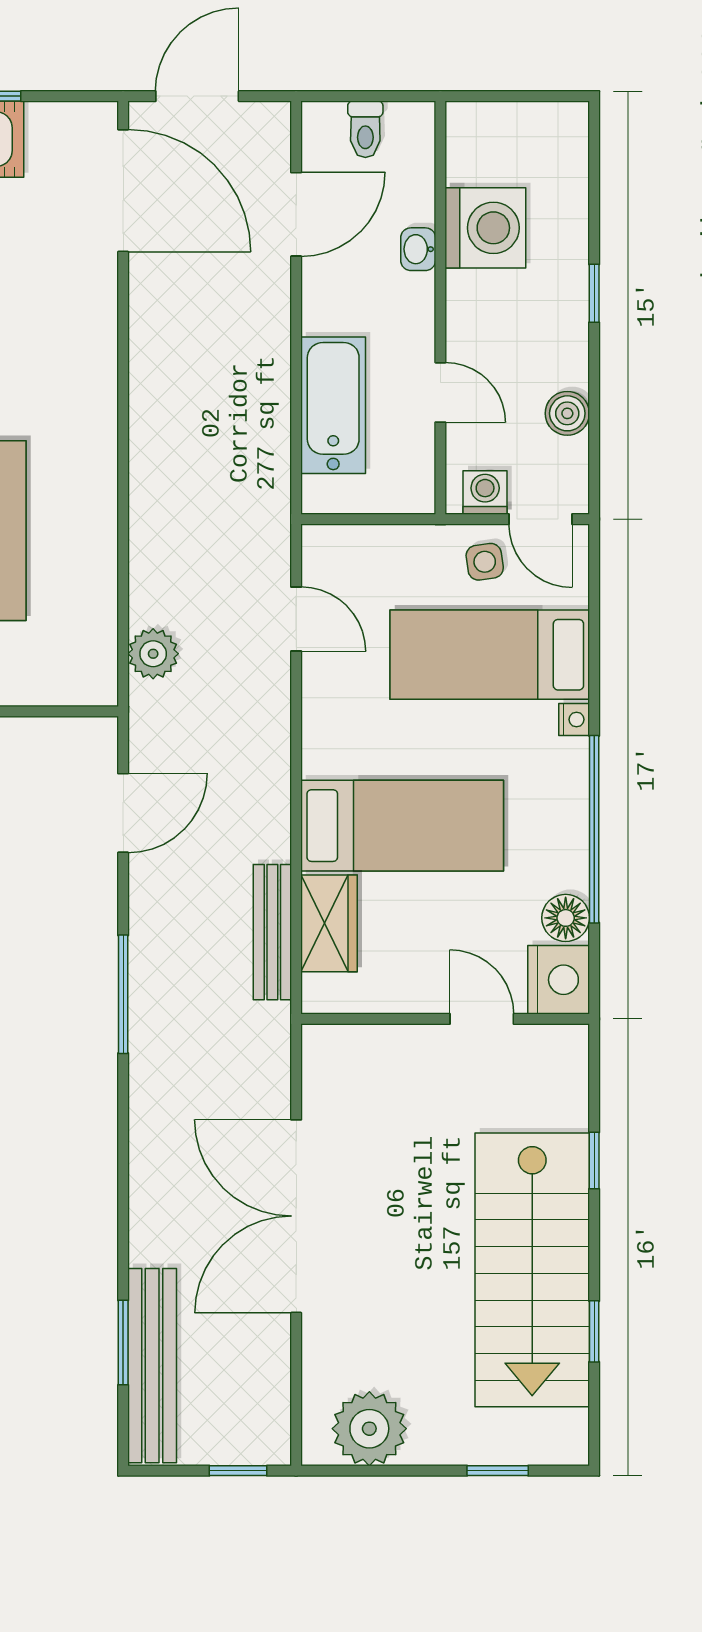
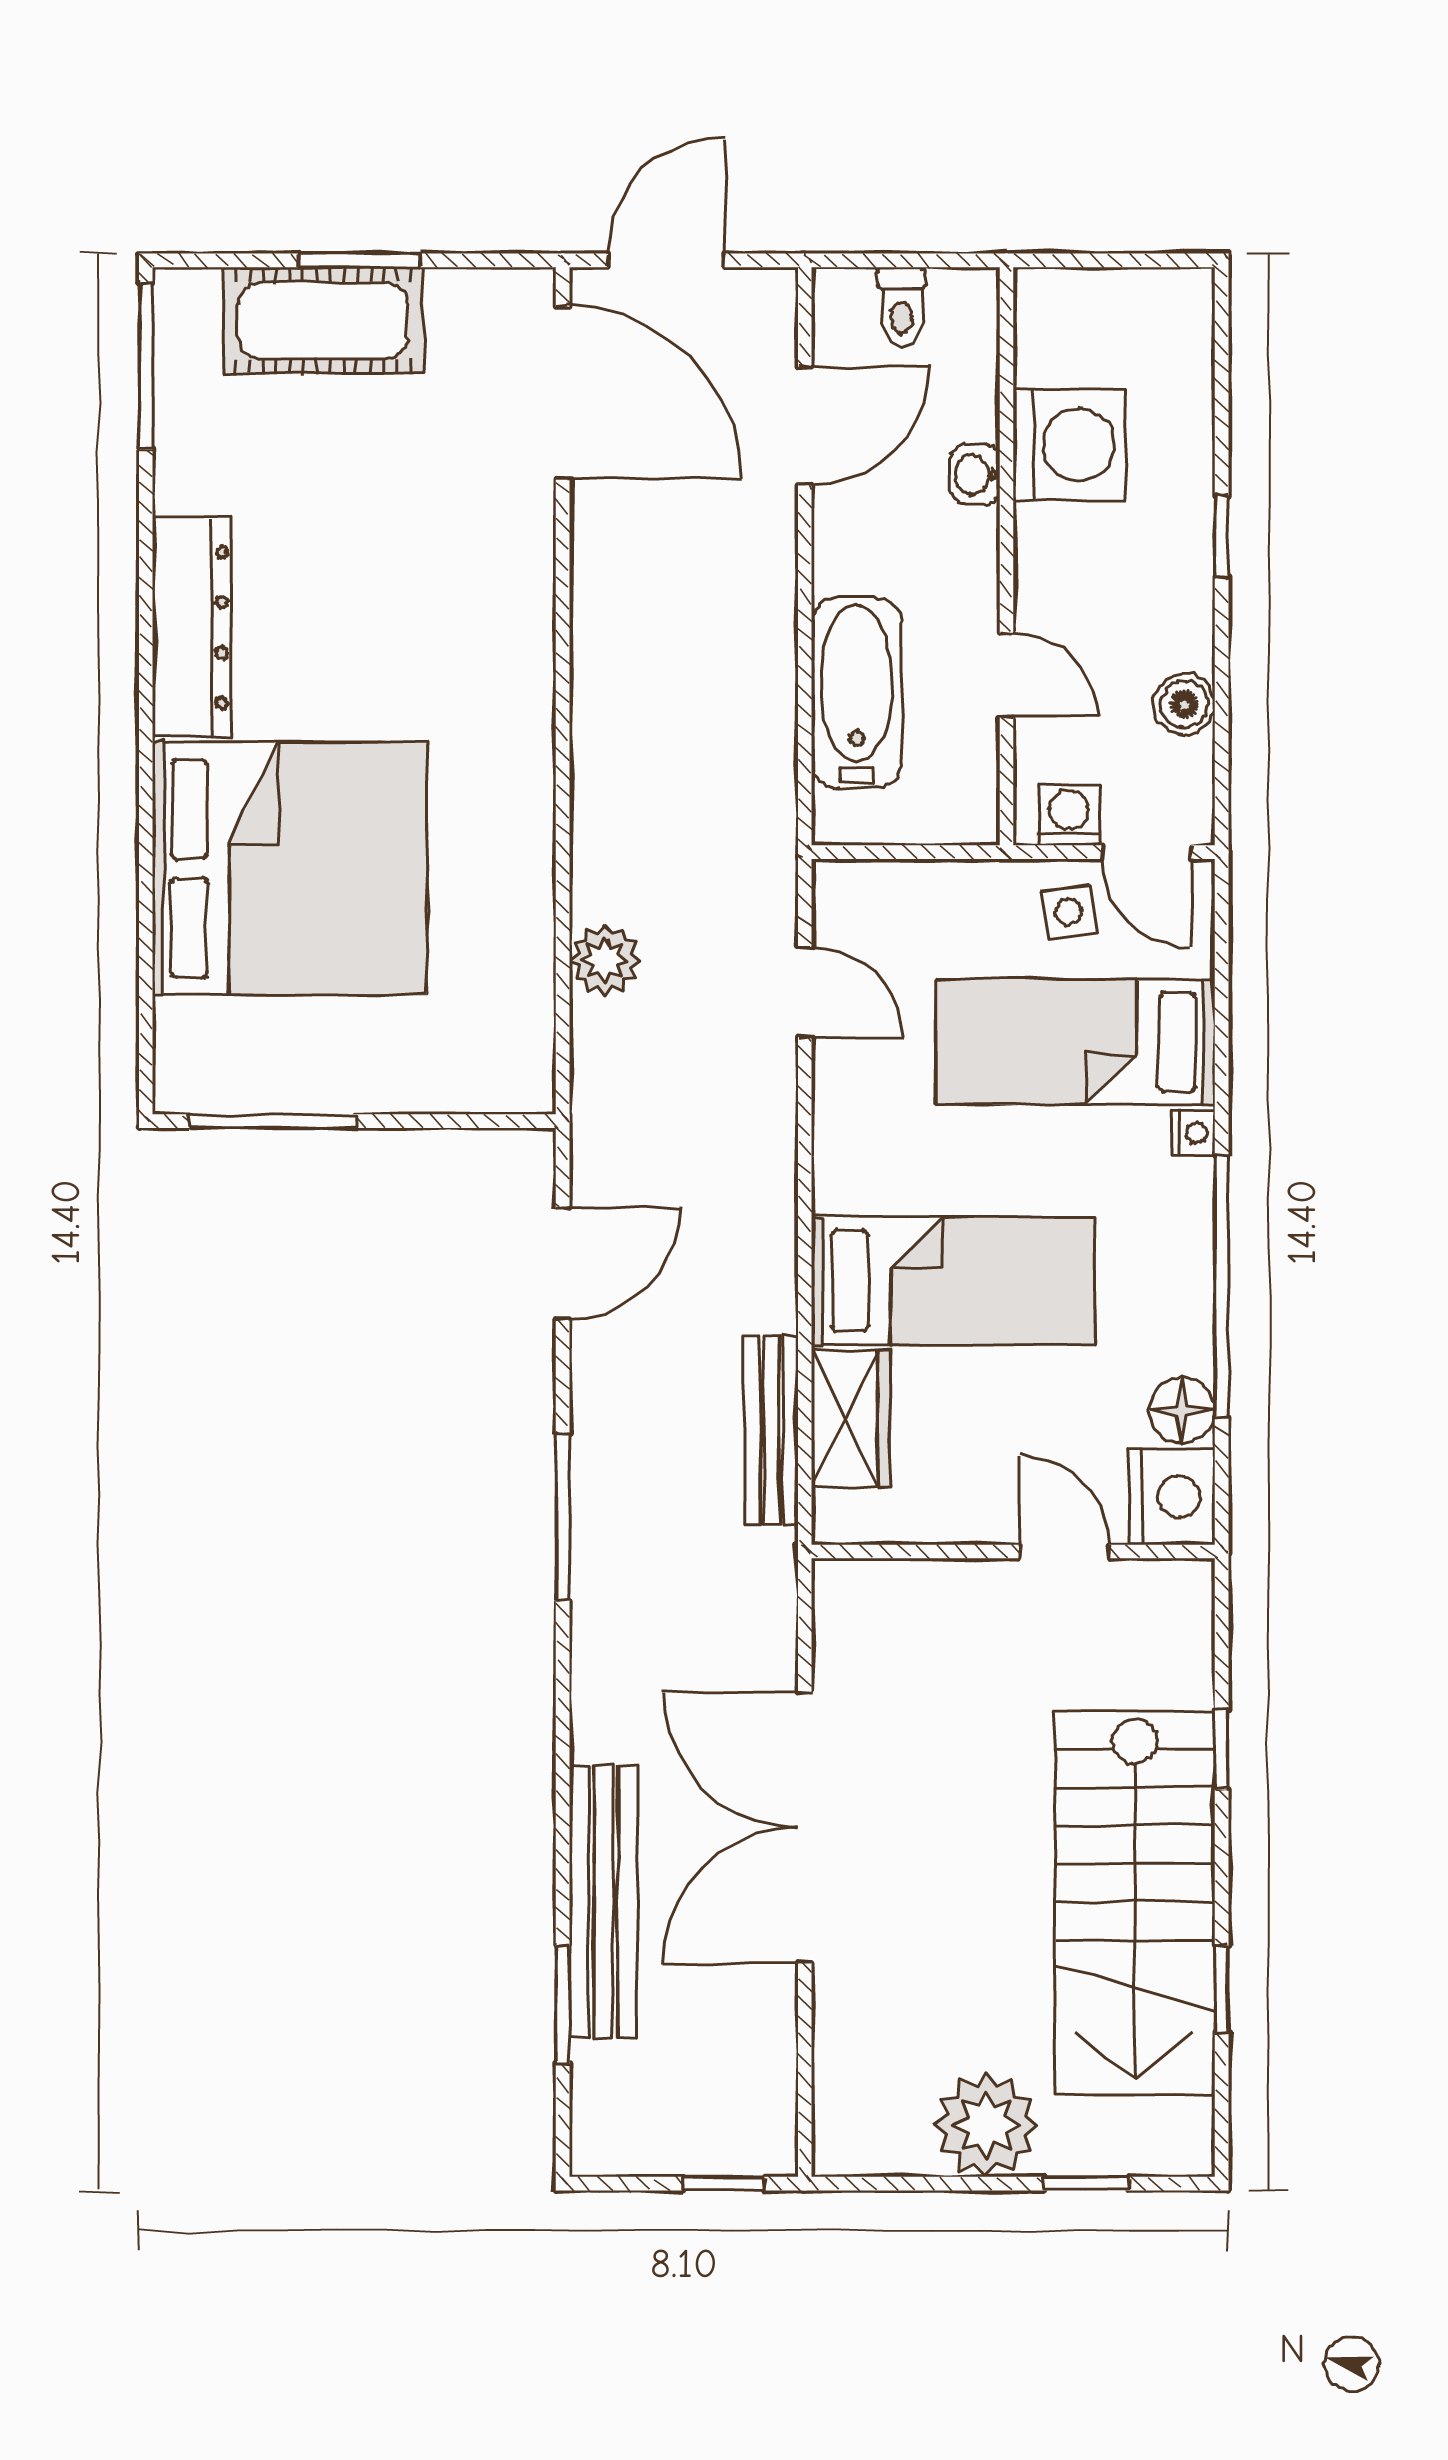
plant: (153, 654) -> (605, 960), moved
bench: (152, 1366) -> (603, 1902), moved
plant: (369, 1429) -> (987, 2125), moved

